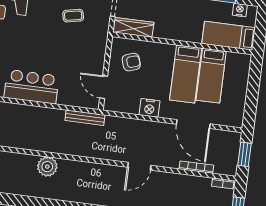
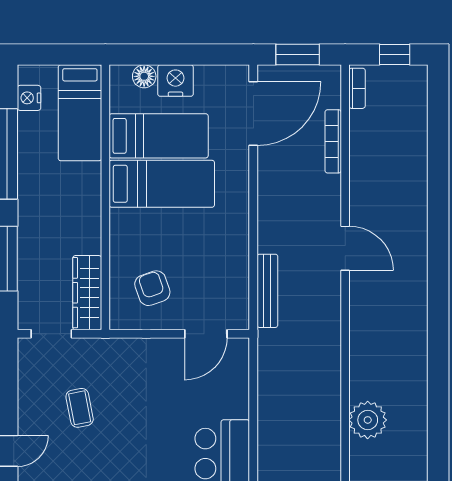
floor lamp: (243, 72) -> (144, 76), added
nightstand: (149, 108) -> (176, 81), moved, turned -90
bench: (85, 118) -> (267, 291), moved
door: (193, 124) -> (253, 114), moved

